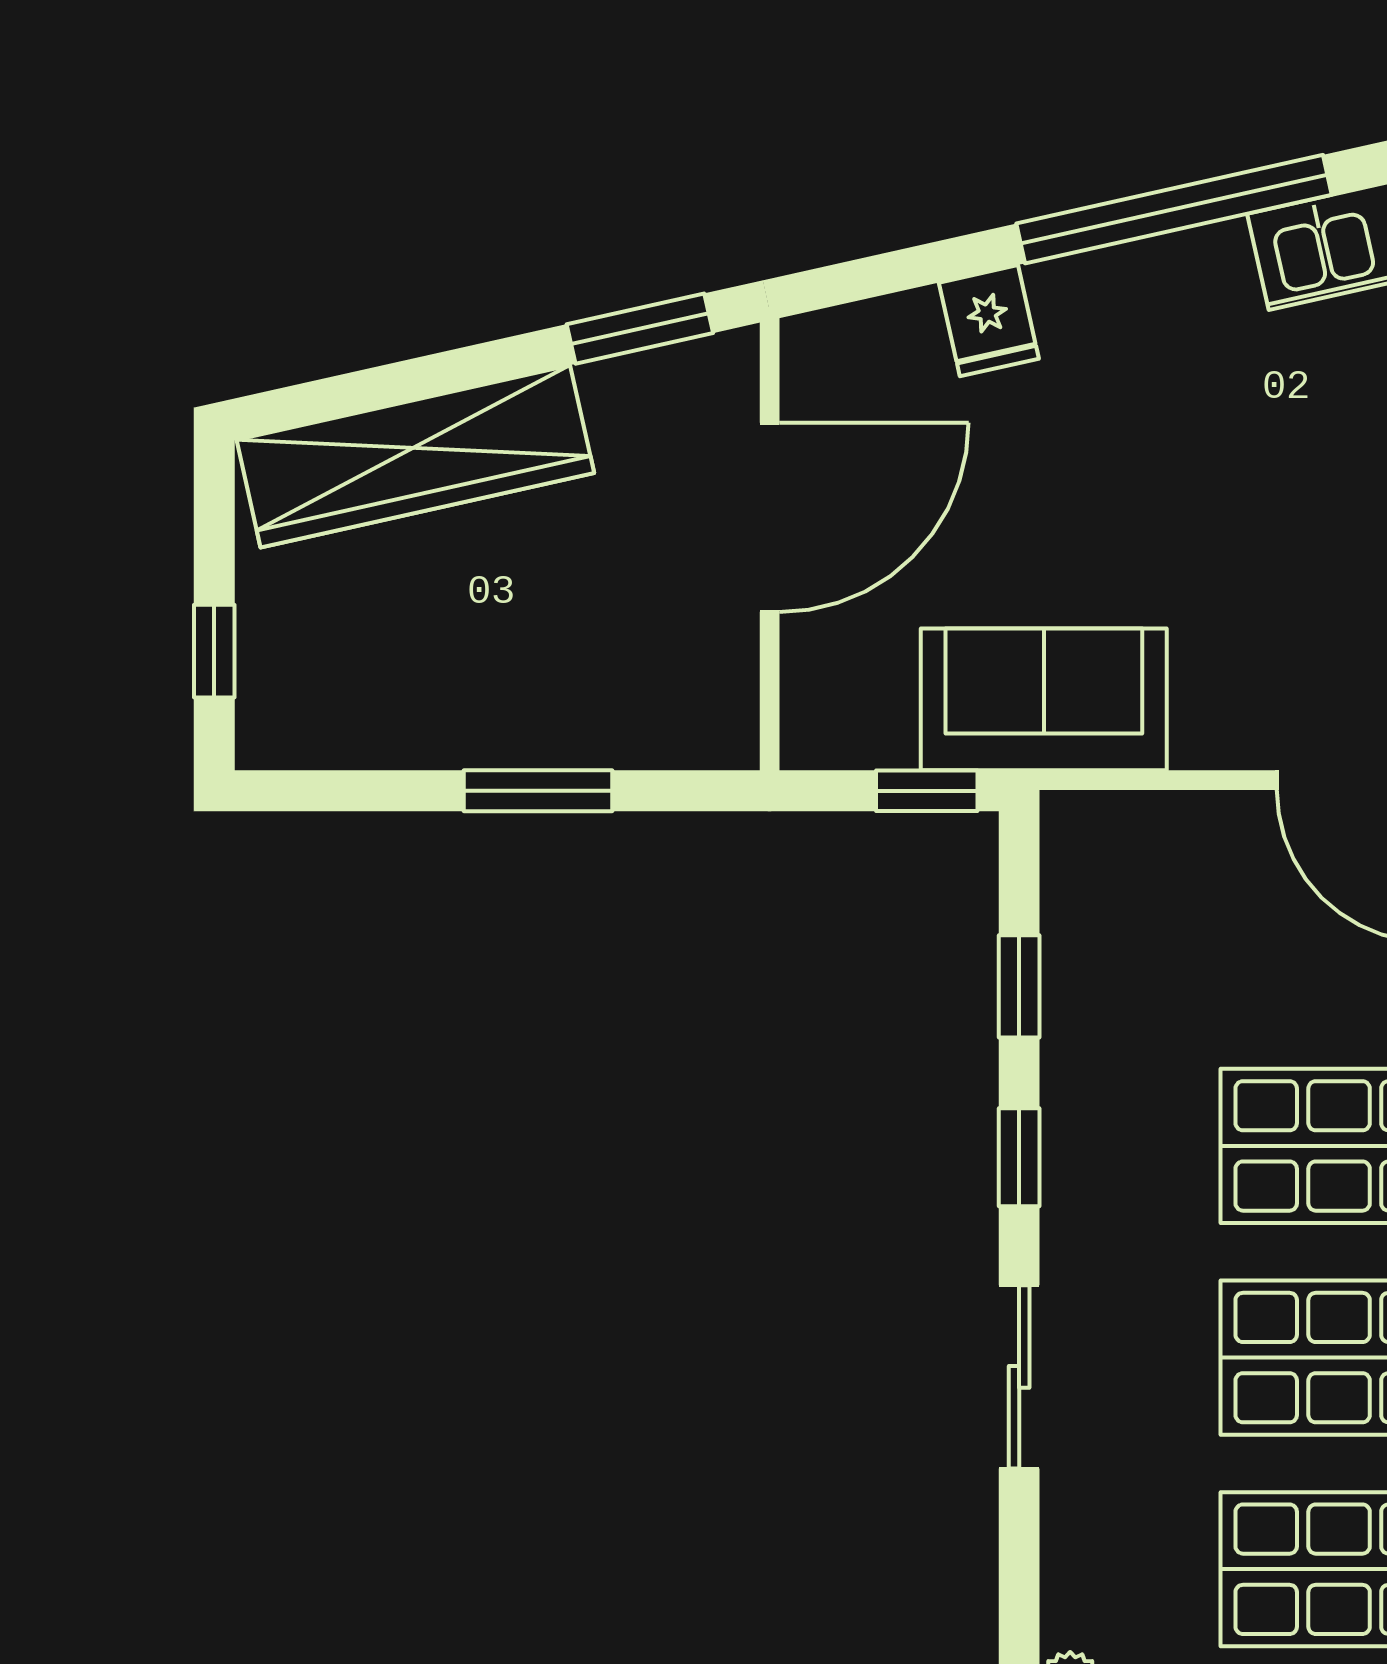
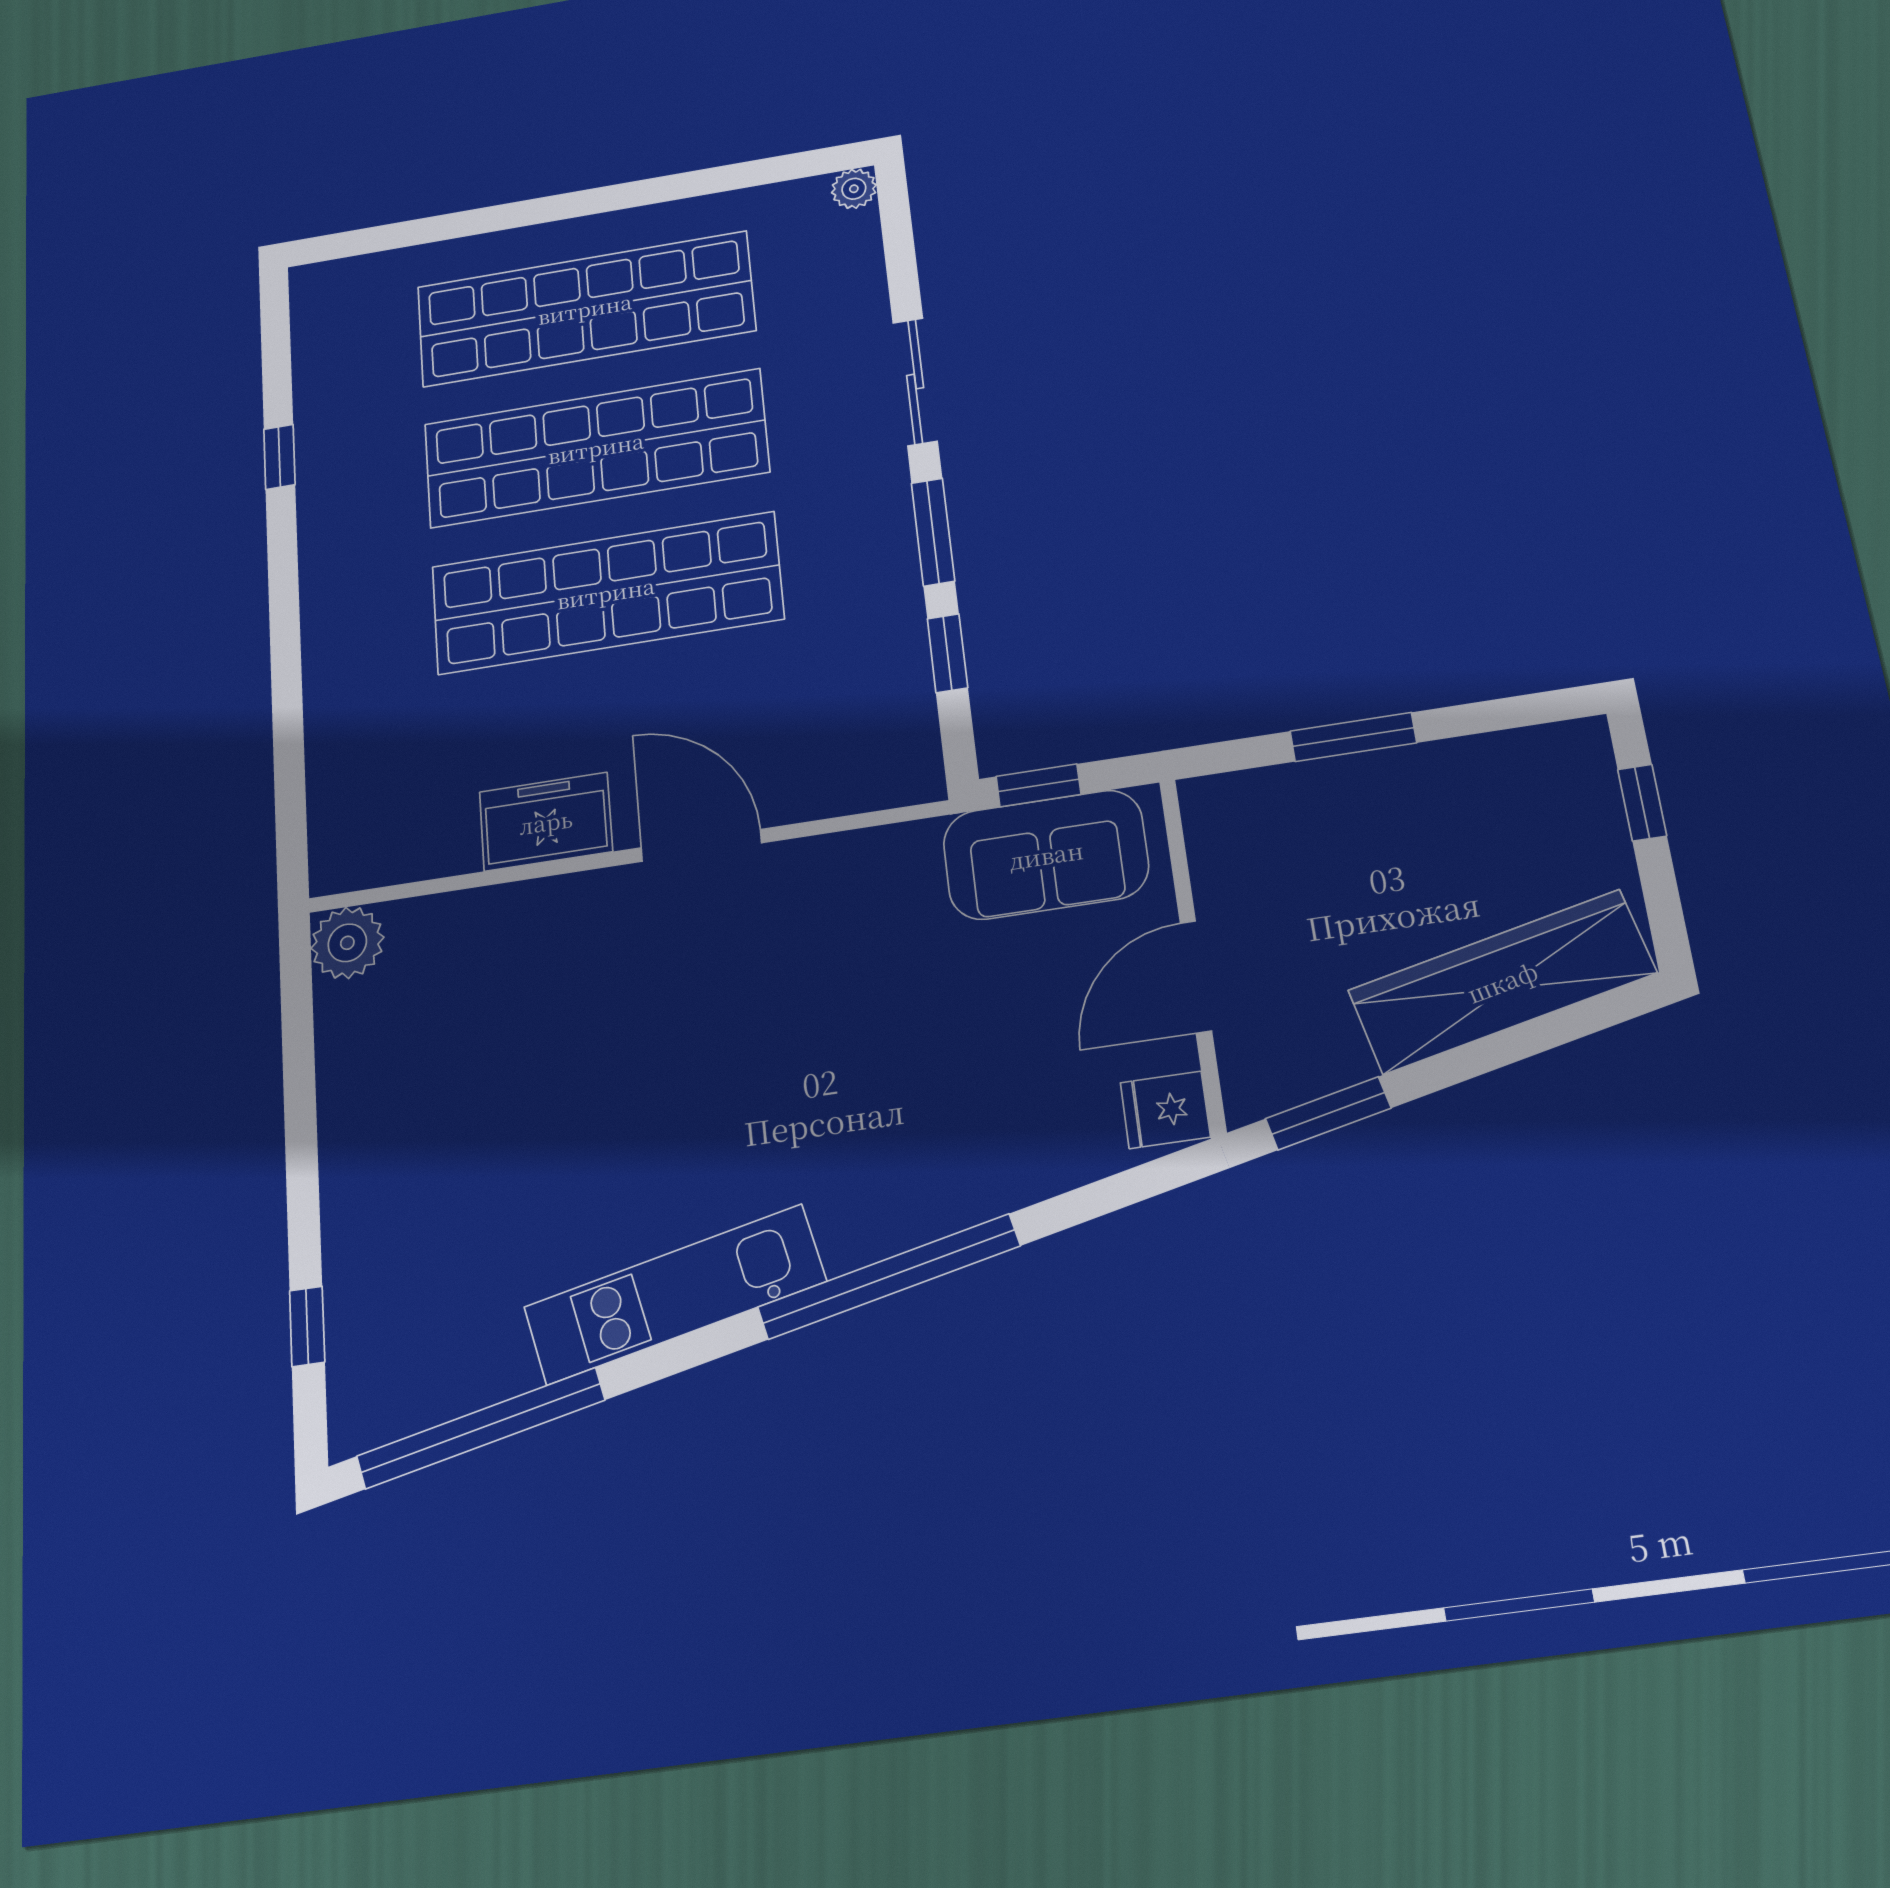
fridge: (989, 321) -> (1165, 1110), moved, turned -77
door: (770, 517) -> (1196, 977), width x0.73
sofa: (1044, 699) -> (1046, 855), moved
window: (1019, 1157) -> (933, 532), width x1.50

